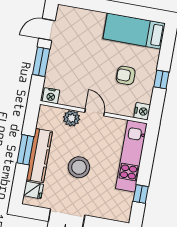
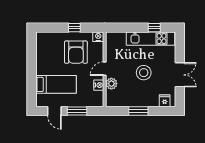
bed: (134, 31) -> (56, 84), moved, turned -90
armchair: (126, 75) -> (76, 52), width x1.88, depth x1.88
nightstand: (51, 96) -> (99, 85), moved
kitchen counter: (39, 156) -> (141, 101), removed
kitchen unit: (131, 156) -> (150, 39), moved

